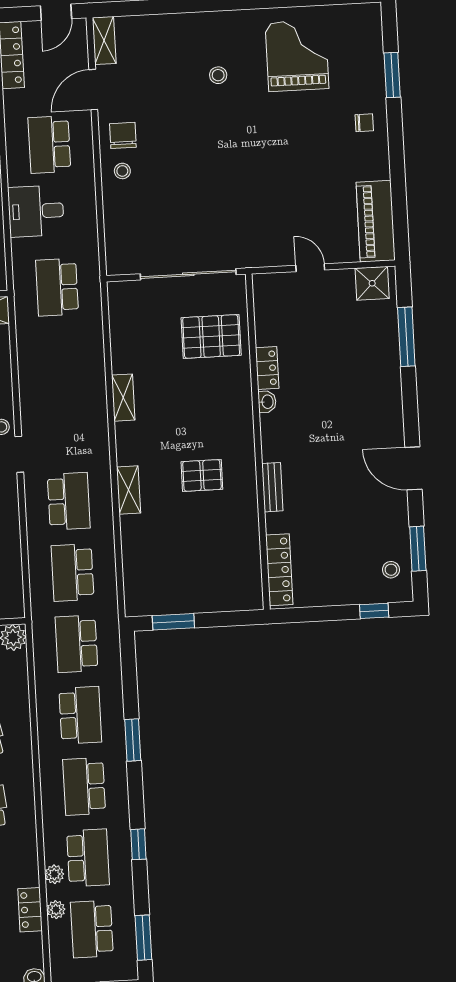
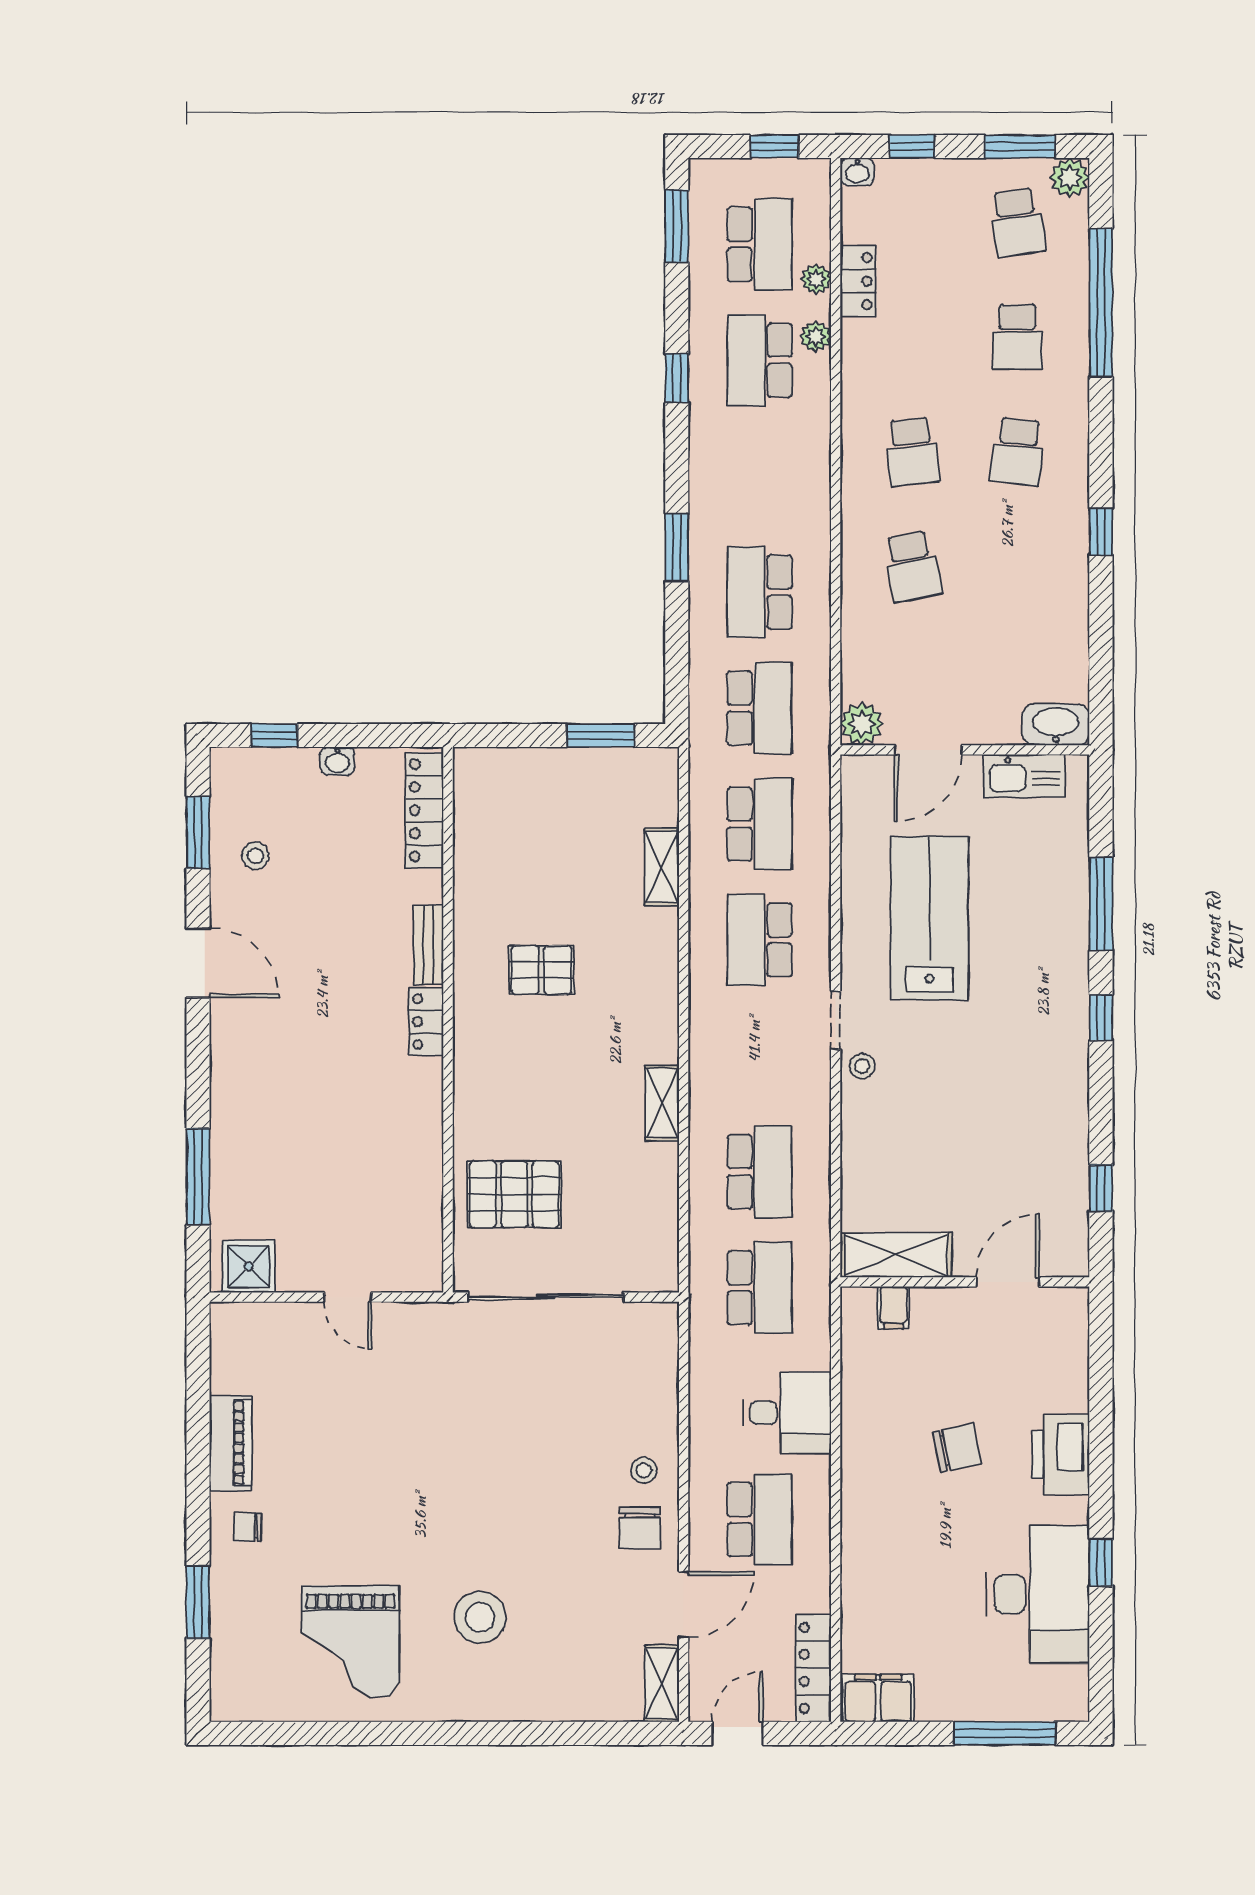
stool: (218, 75) -> (480, 1617), width x1.89, depth x1.89
piano: (376, 221) -> (231, 1443), moved, width x0.73, depth x0.75
locker: (267, 368) -> (426, 1022), moved
washbasin: (267, 402) -> (337, 761), moved, turned -90
shelving: (129, 490) -> (662, 867), moved
stool: (391, 570) -> (255, 856), moved
school desk: (84, 786) -> (760, 1172), moved

